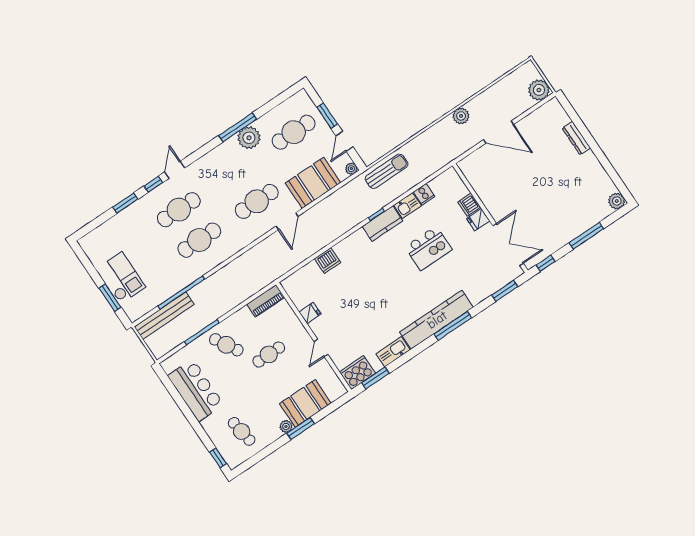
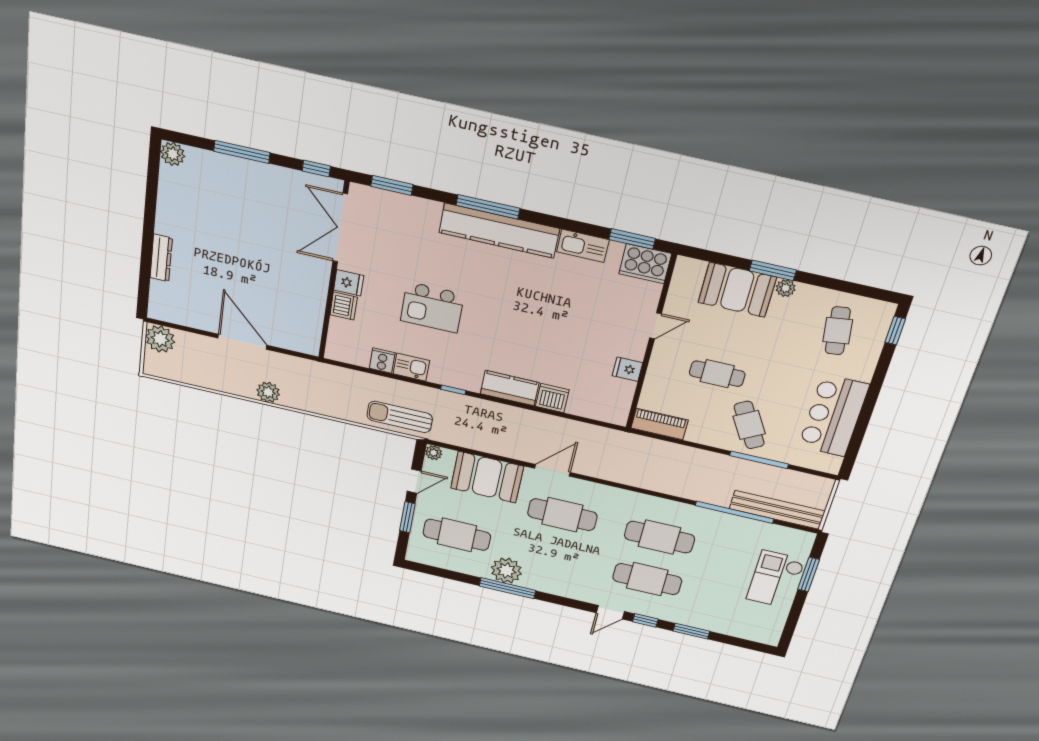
kitchen counter: (382, 224) -> (510, 388), moved
kitchen island: (428, 248) -> (432, 307), turned 180

